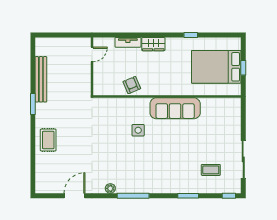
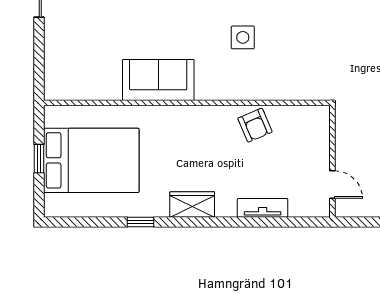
wardrobe: (153, 44) -> (192, 204), moved
door: (92, 54) -> (332, 185), swing flipped
sofa: (175, 108) -> (158, 80), width x0.73

